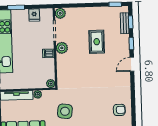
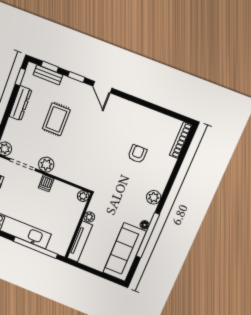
dresser: (97, 12) -> (20, 103), added
rug: (97, 42) -> (56, 119), turned 90
armchair: (119, 110) -> (137, 154), moved
side table: (65, 111) -> (124, 194), removed

